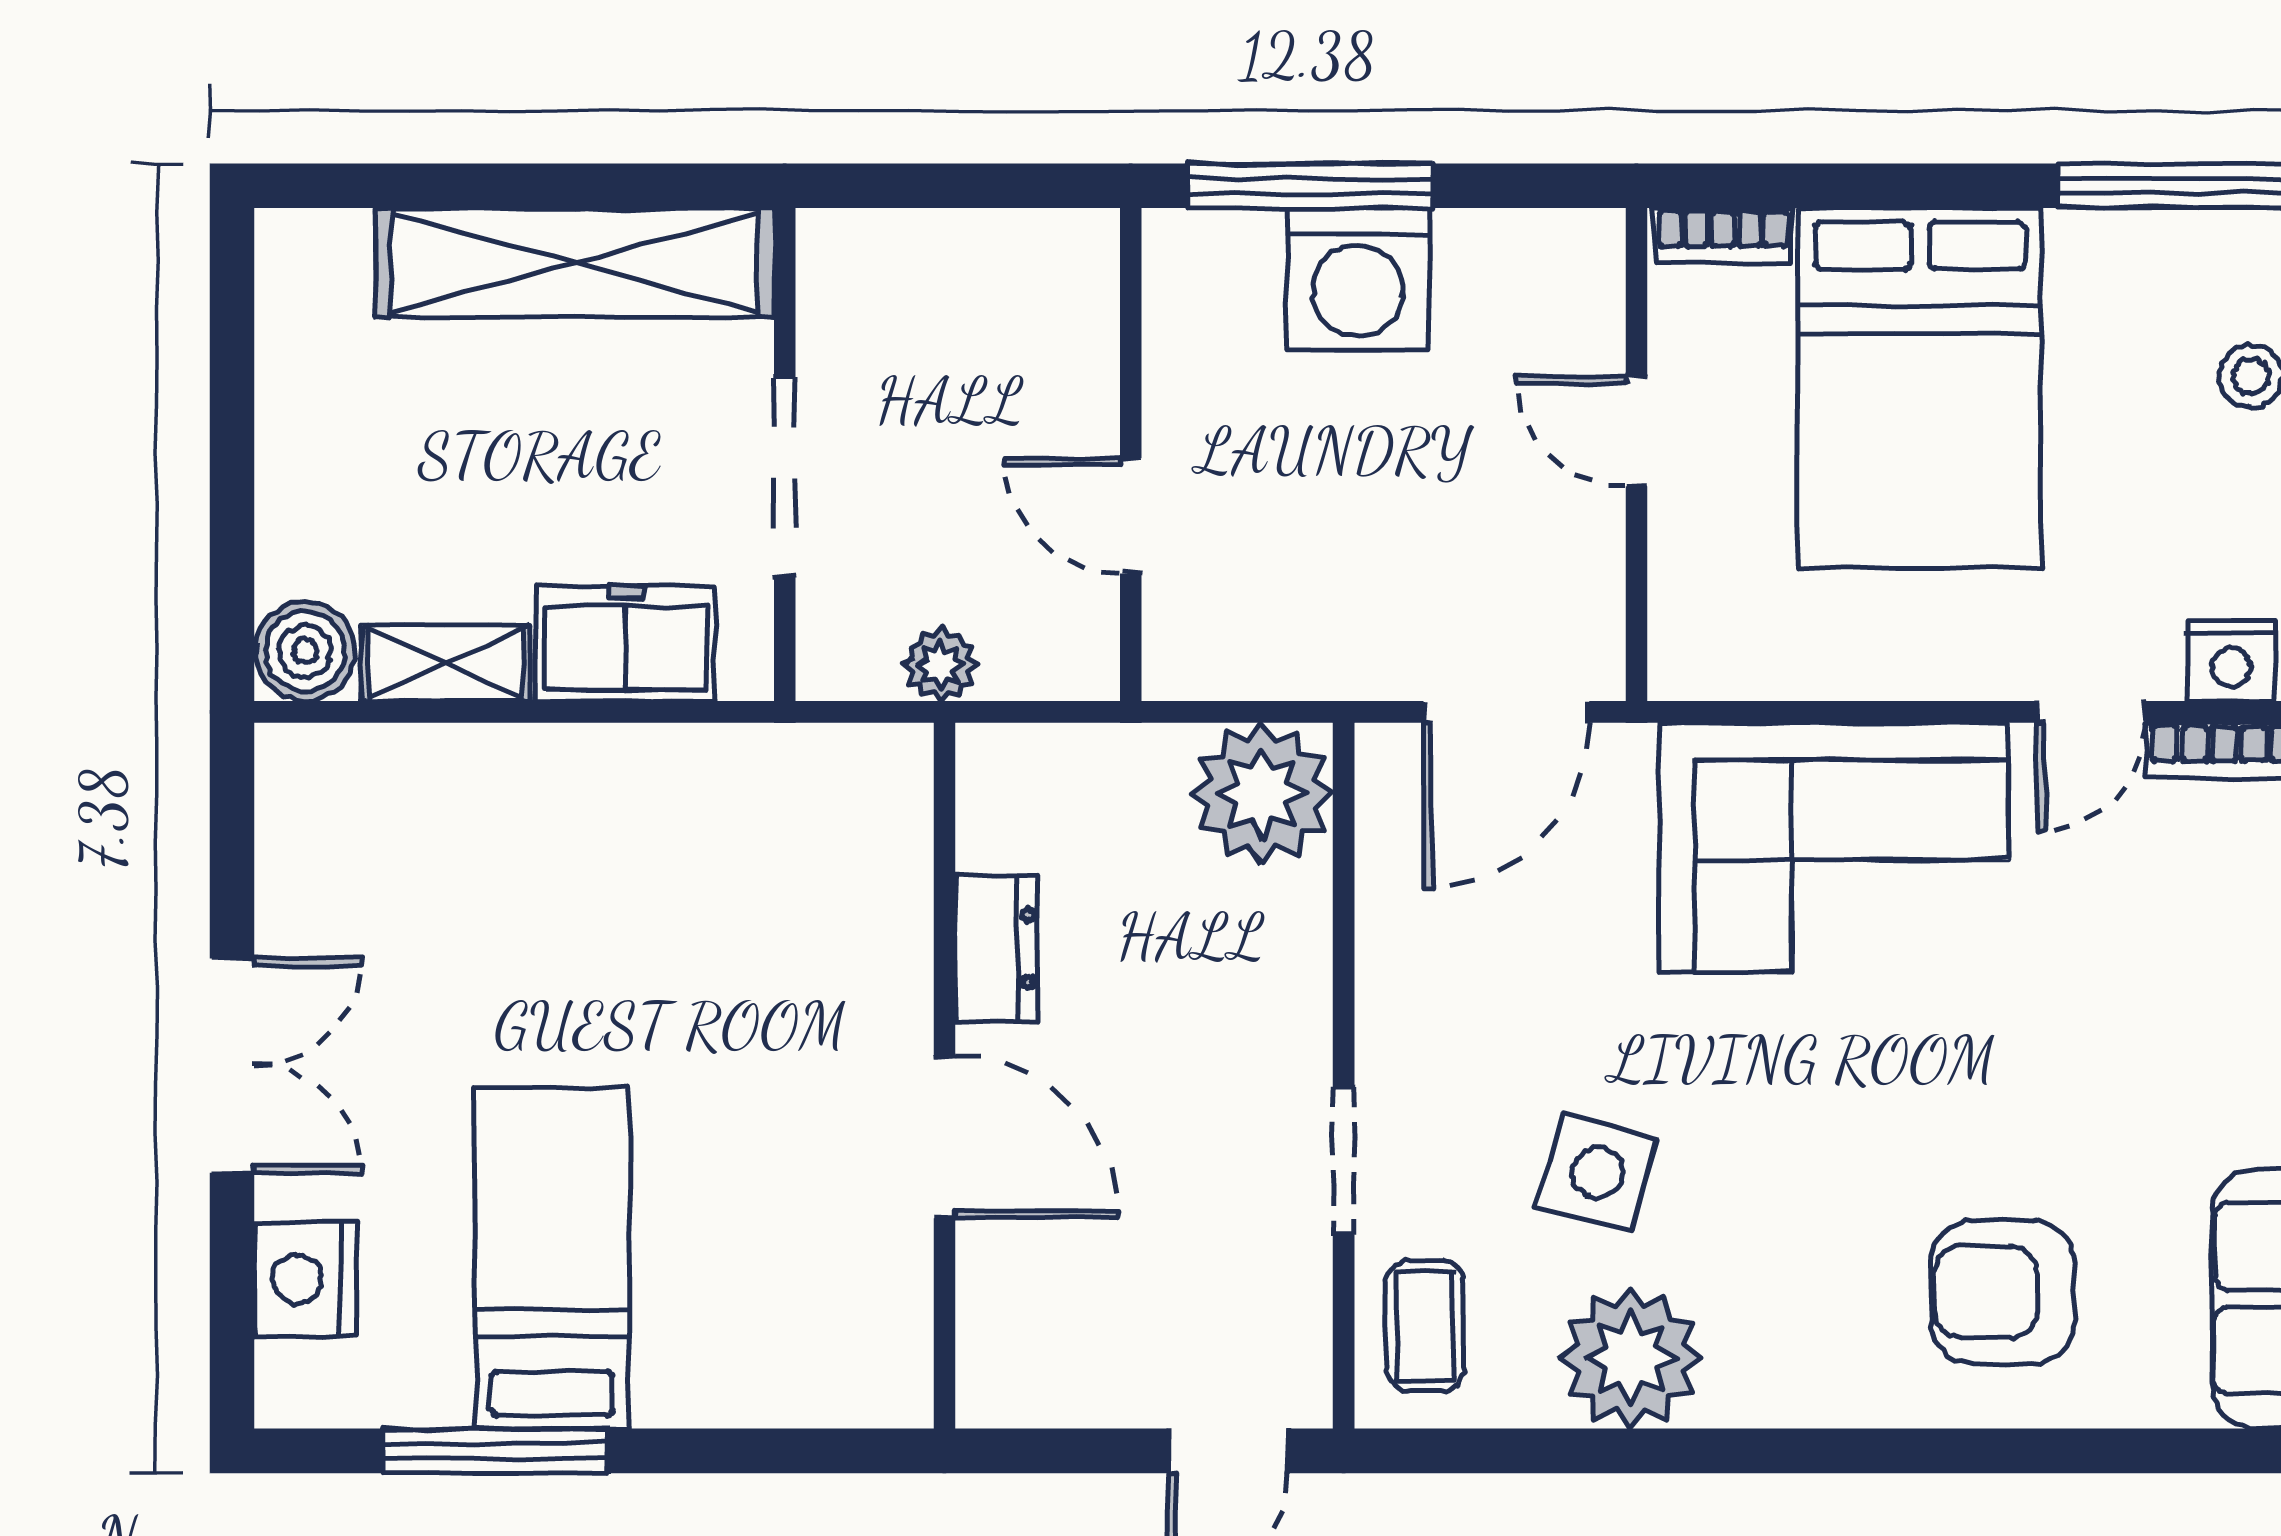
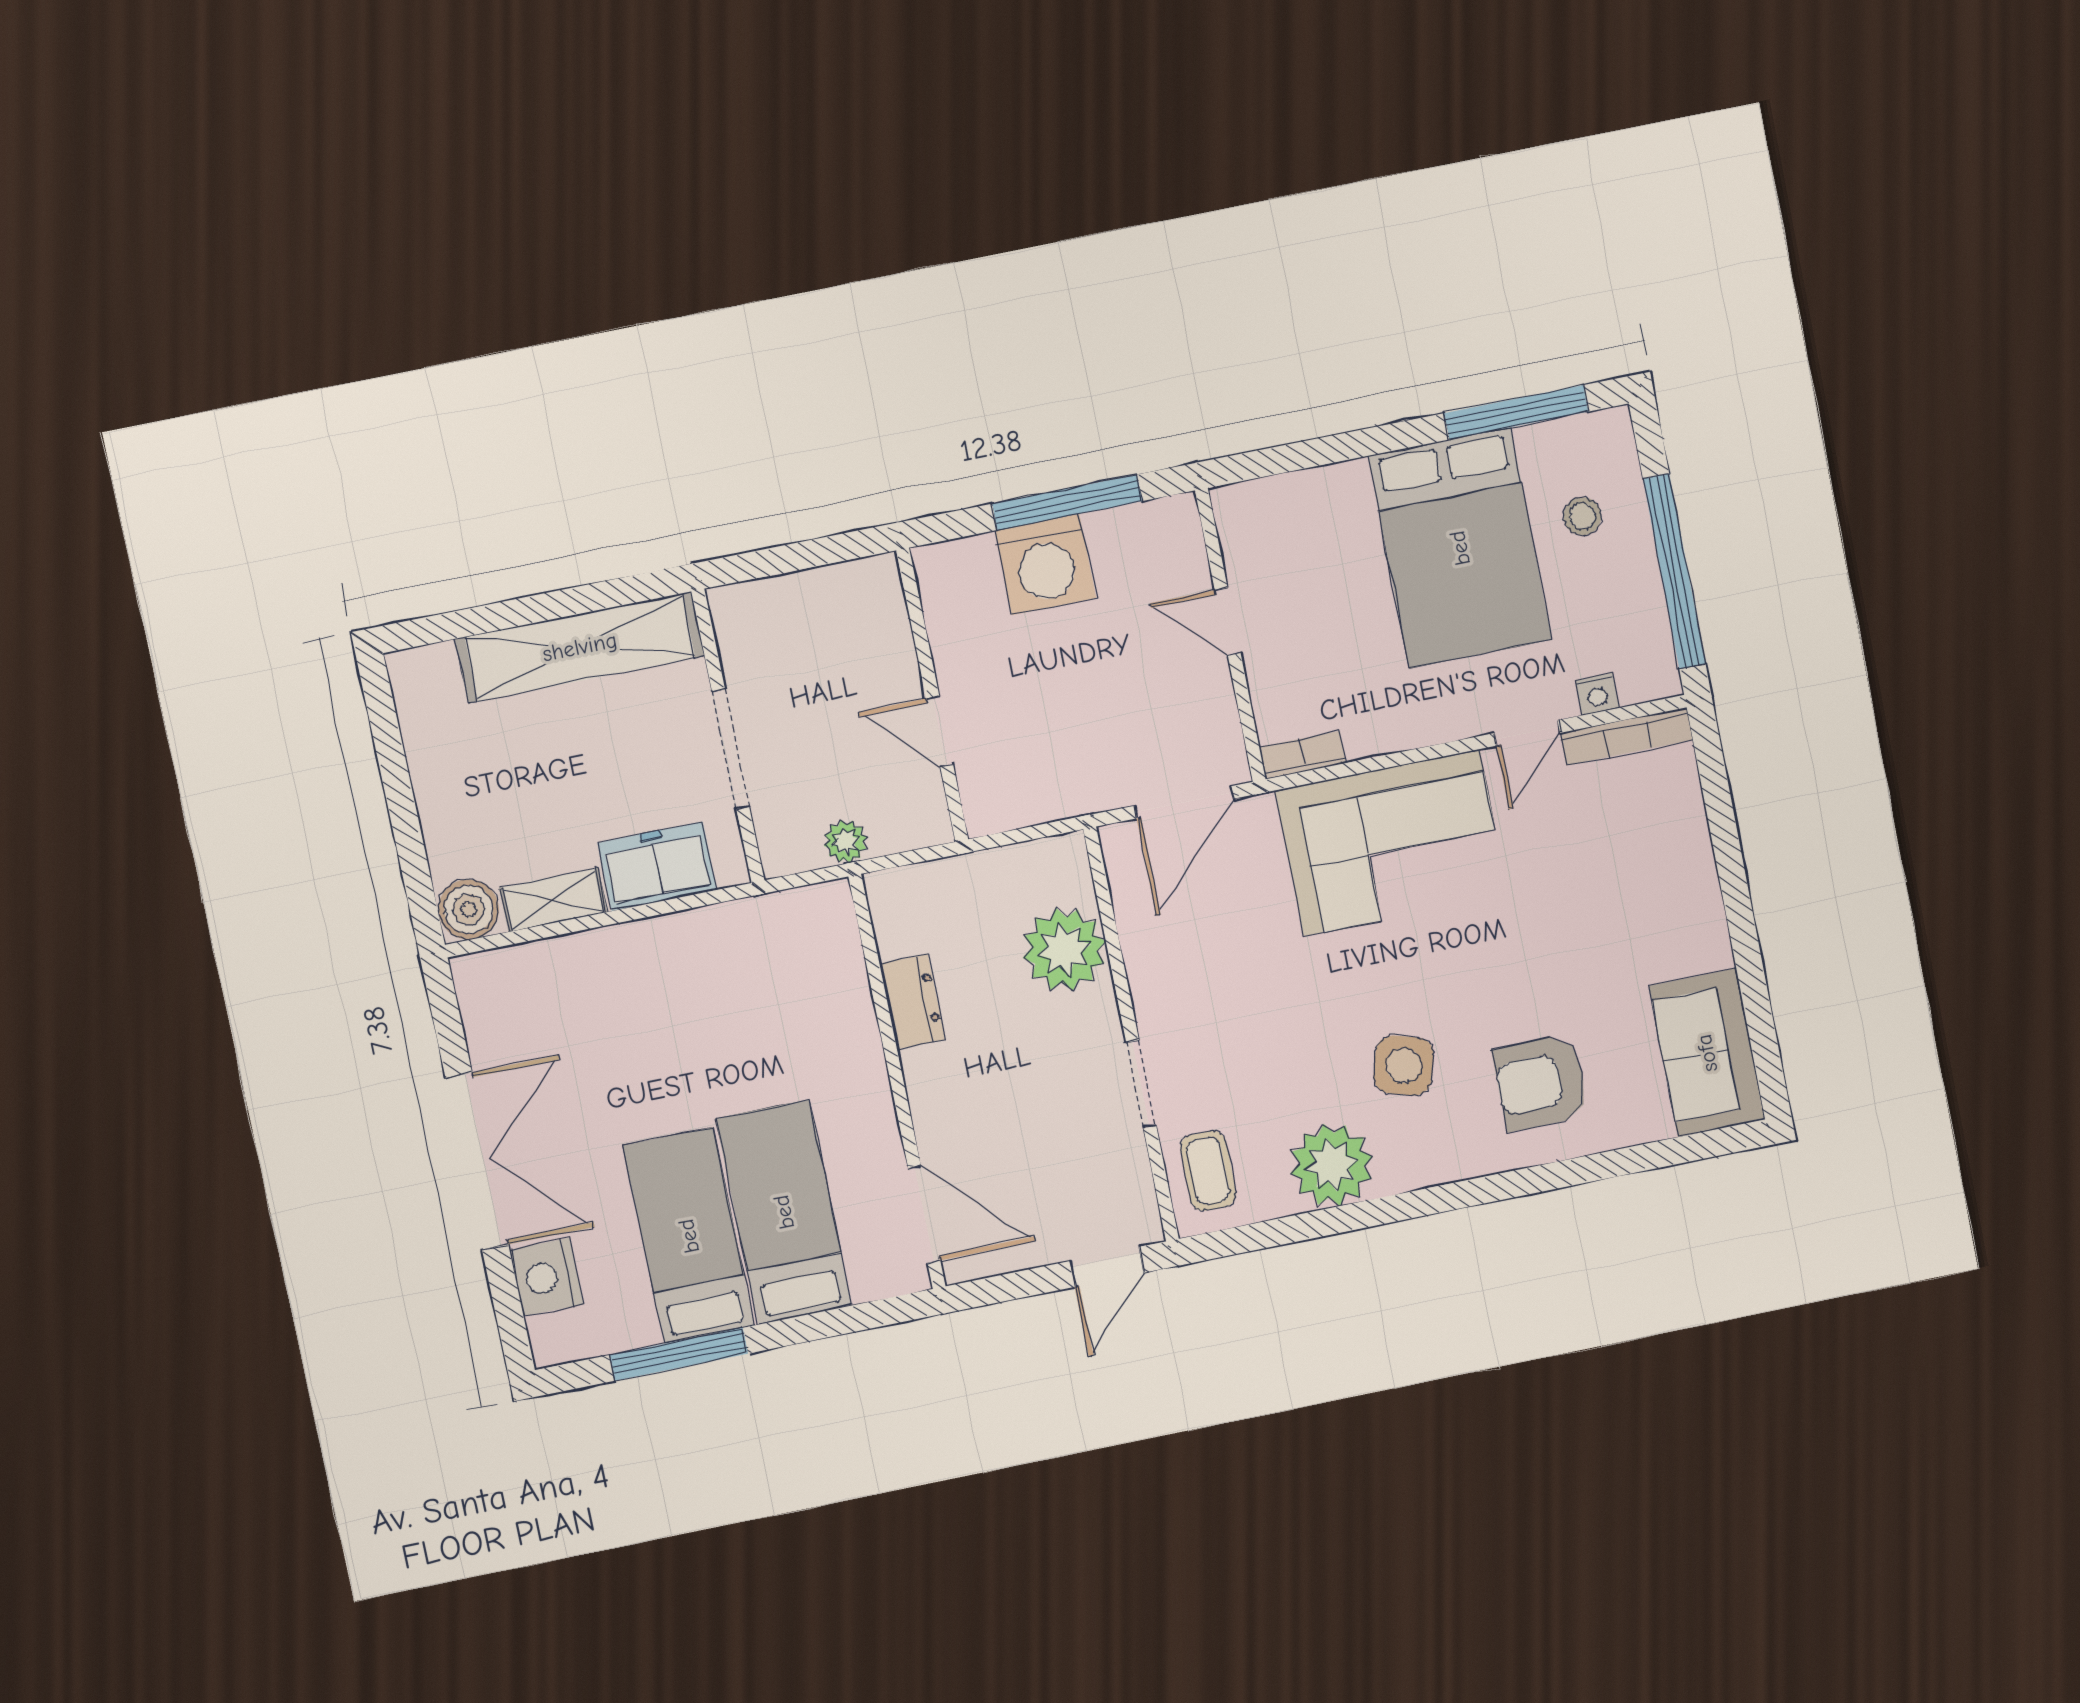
window: (1310, 186) -> (1067, 502), moved
bookcase: (1723, 235) -> (1302, 755), moved, turned 180
bed: (1920, 388) -> (1460, 548), moved
nightstand: (2231, 661) -> (1597, 694), width x0.72, depth x0.74
plant: (1262, 793) -> (1064, 949), moved
double door: (232, 1066) -> (477, 1161), width x1.37
door: (944, 1137) -> (924, 1214), moved
side table: (1597, 1173) -> (1404, 1065), moved
bed: (715, 1252) -> (784, 1212), added

